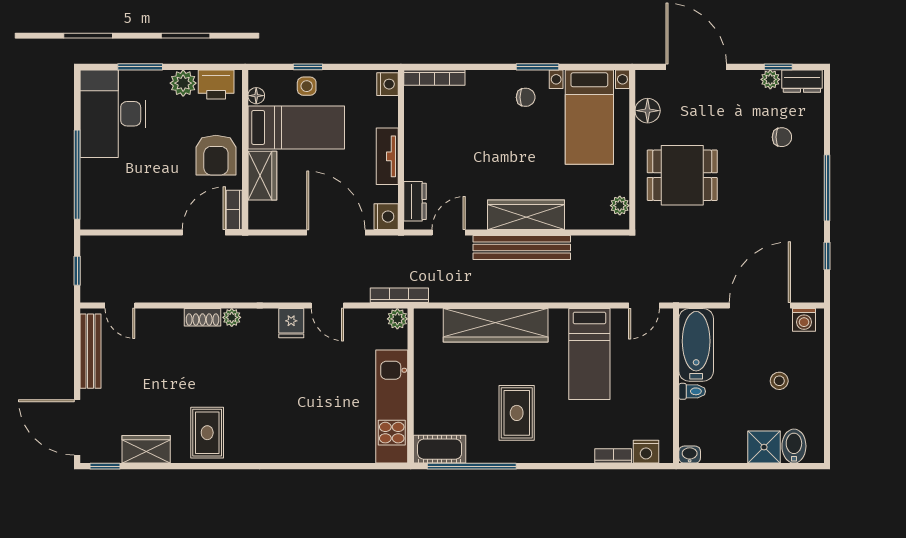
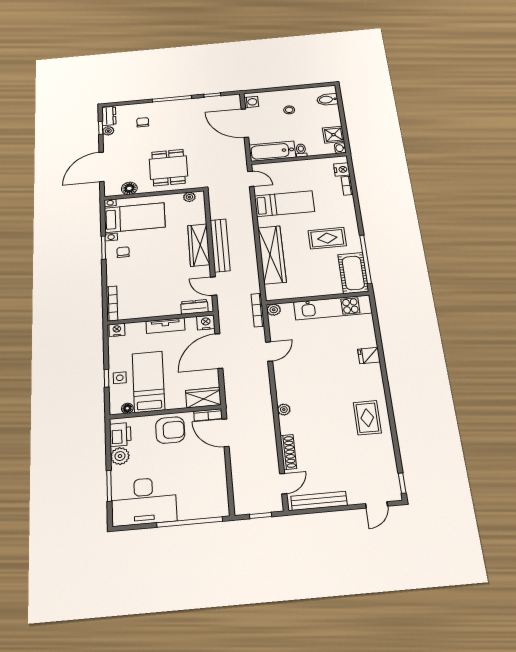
wardrobe: (262, 176) -> (203, 398), moved
shoe rack: (202, 317) -> (288, 452), moved, width x1.43
fridge: (291, 323) -> (369, 356), moved, turned 180
door: (77, 427) -> (377, 505), width x0.53
rug: (207, 433) -> (367, 418), turned 90
shower: (764, 447) -> (333, 135), moved
wardrobe: (146, 449) -> (385, 456), removed
cot: (440, 449) -> (353, 273), width x1.37, depth x1.34

